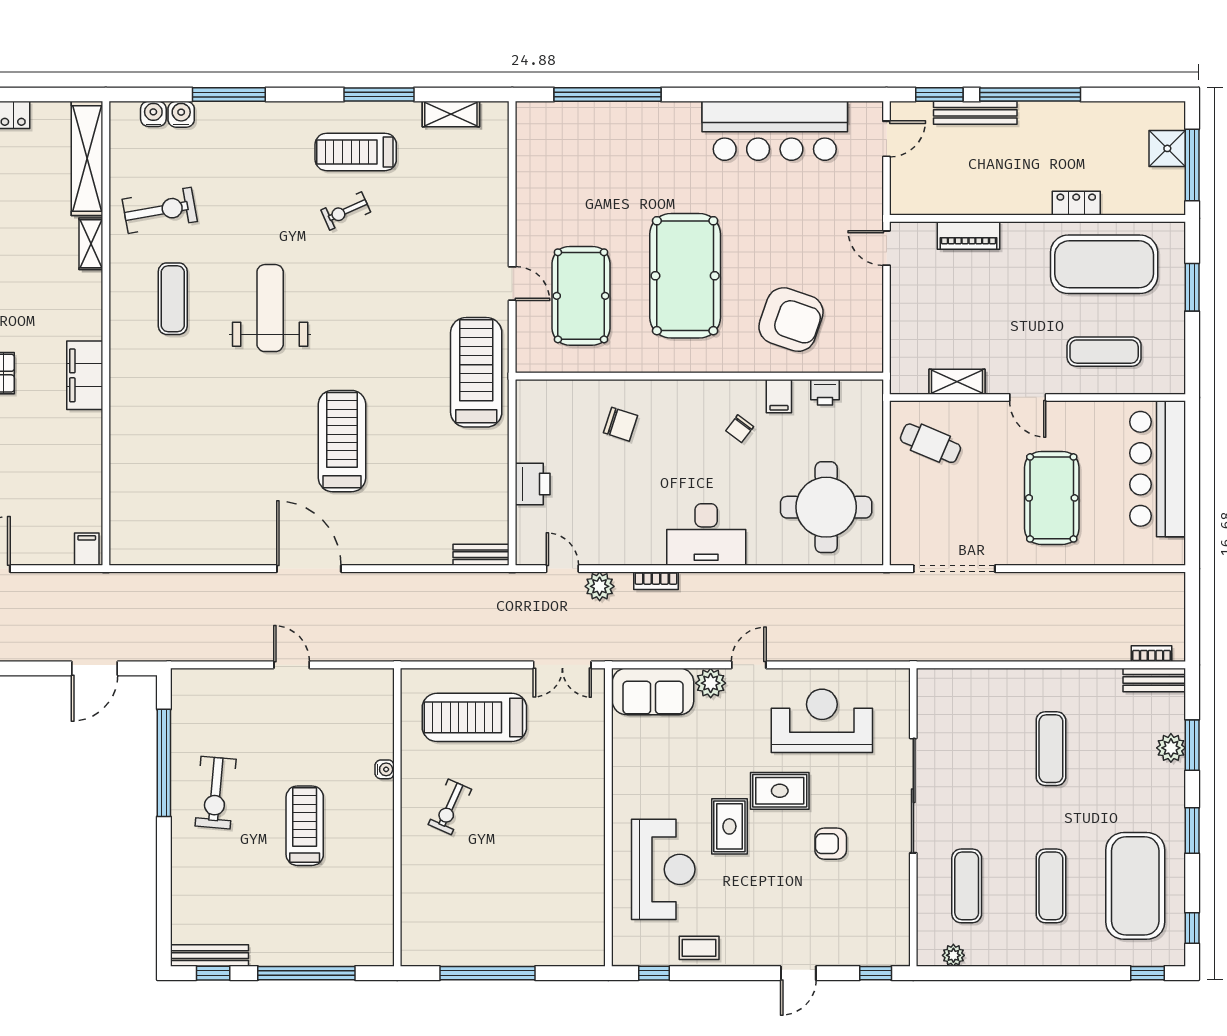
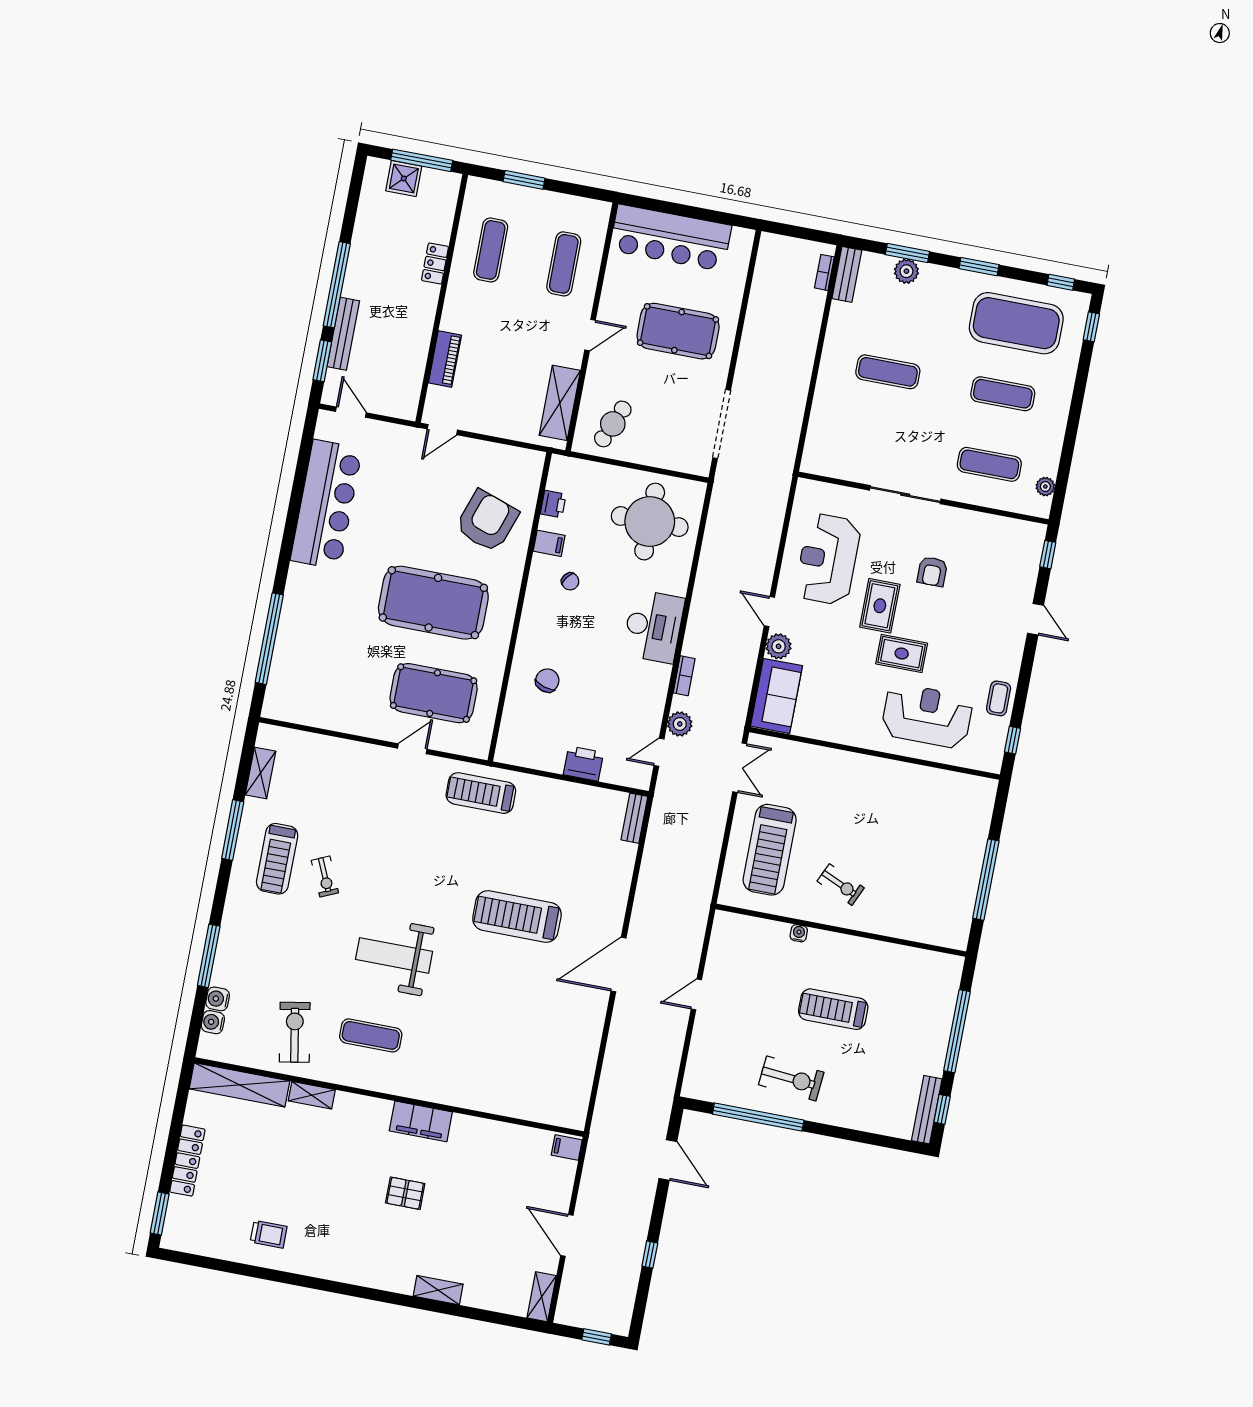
exercise mat: (1104, 264) -> (491, 250), width x0.50, depth x0.69
treadmill: (476, 372) -> (481, 793), width x0.73, depth x0.73
shelving: (957, 382) -> (560, 403), width x1.50, depth x1.33
sliding door: (913, 796) -> (905, 495), width x0.73

